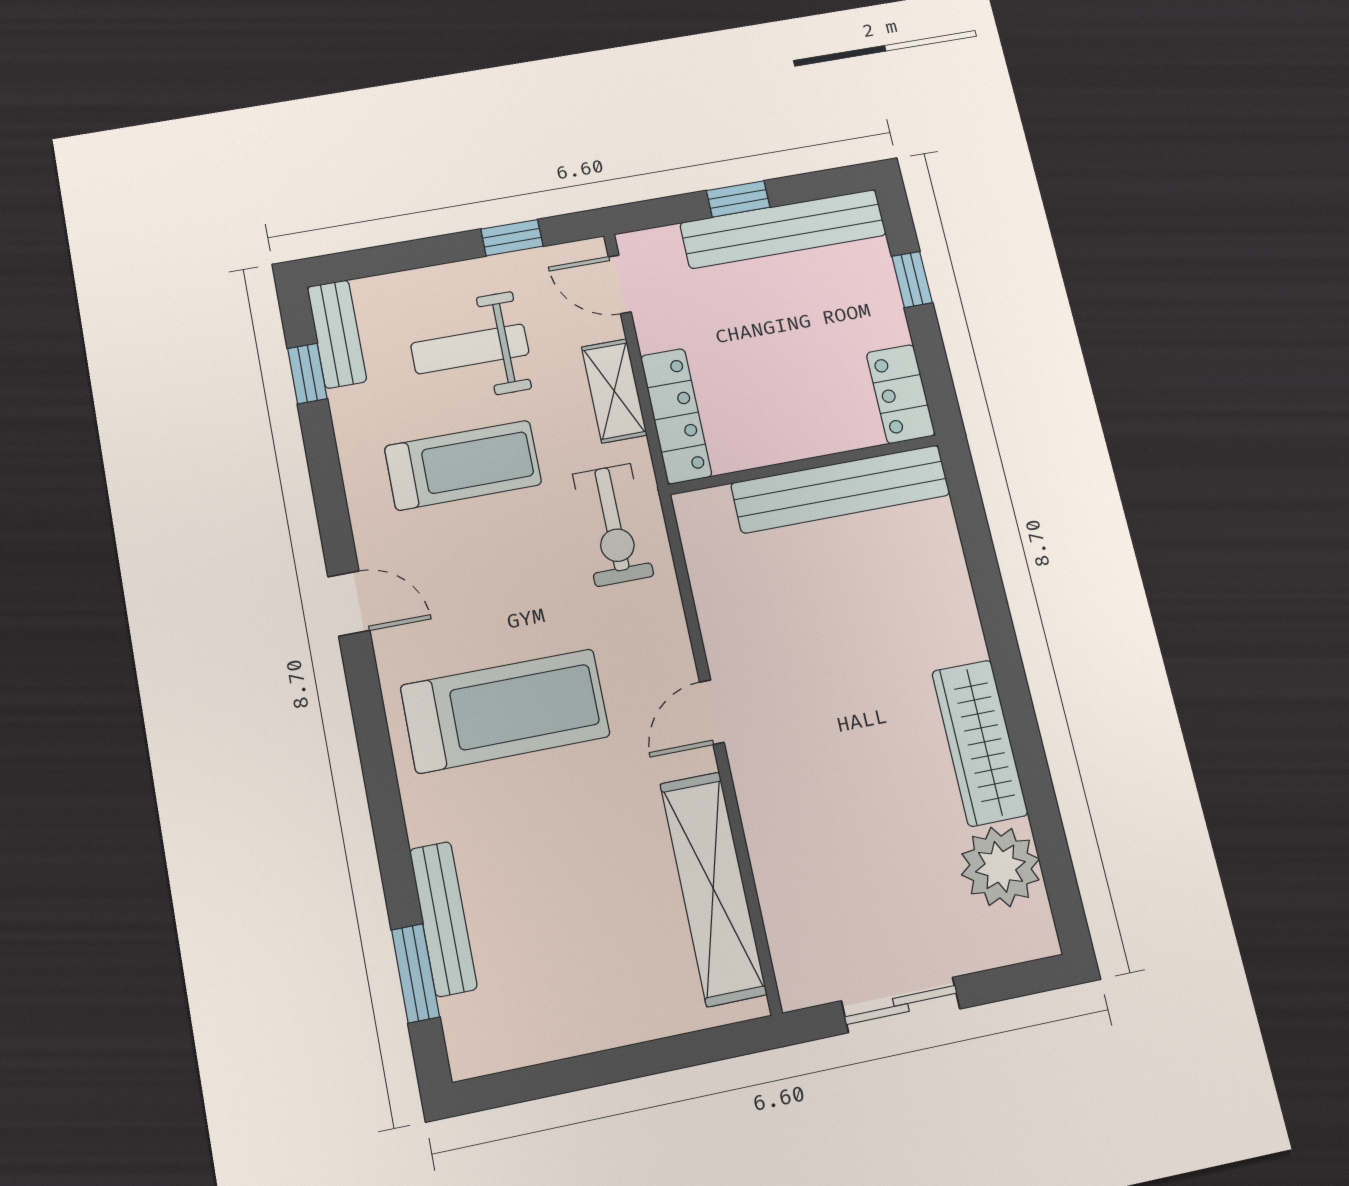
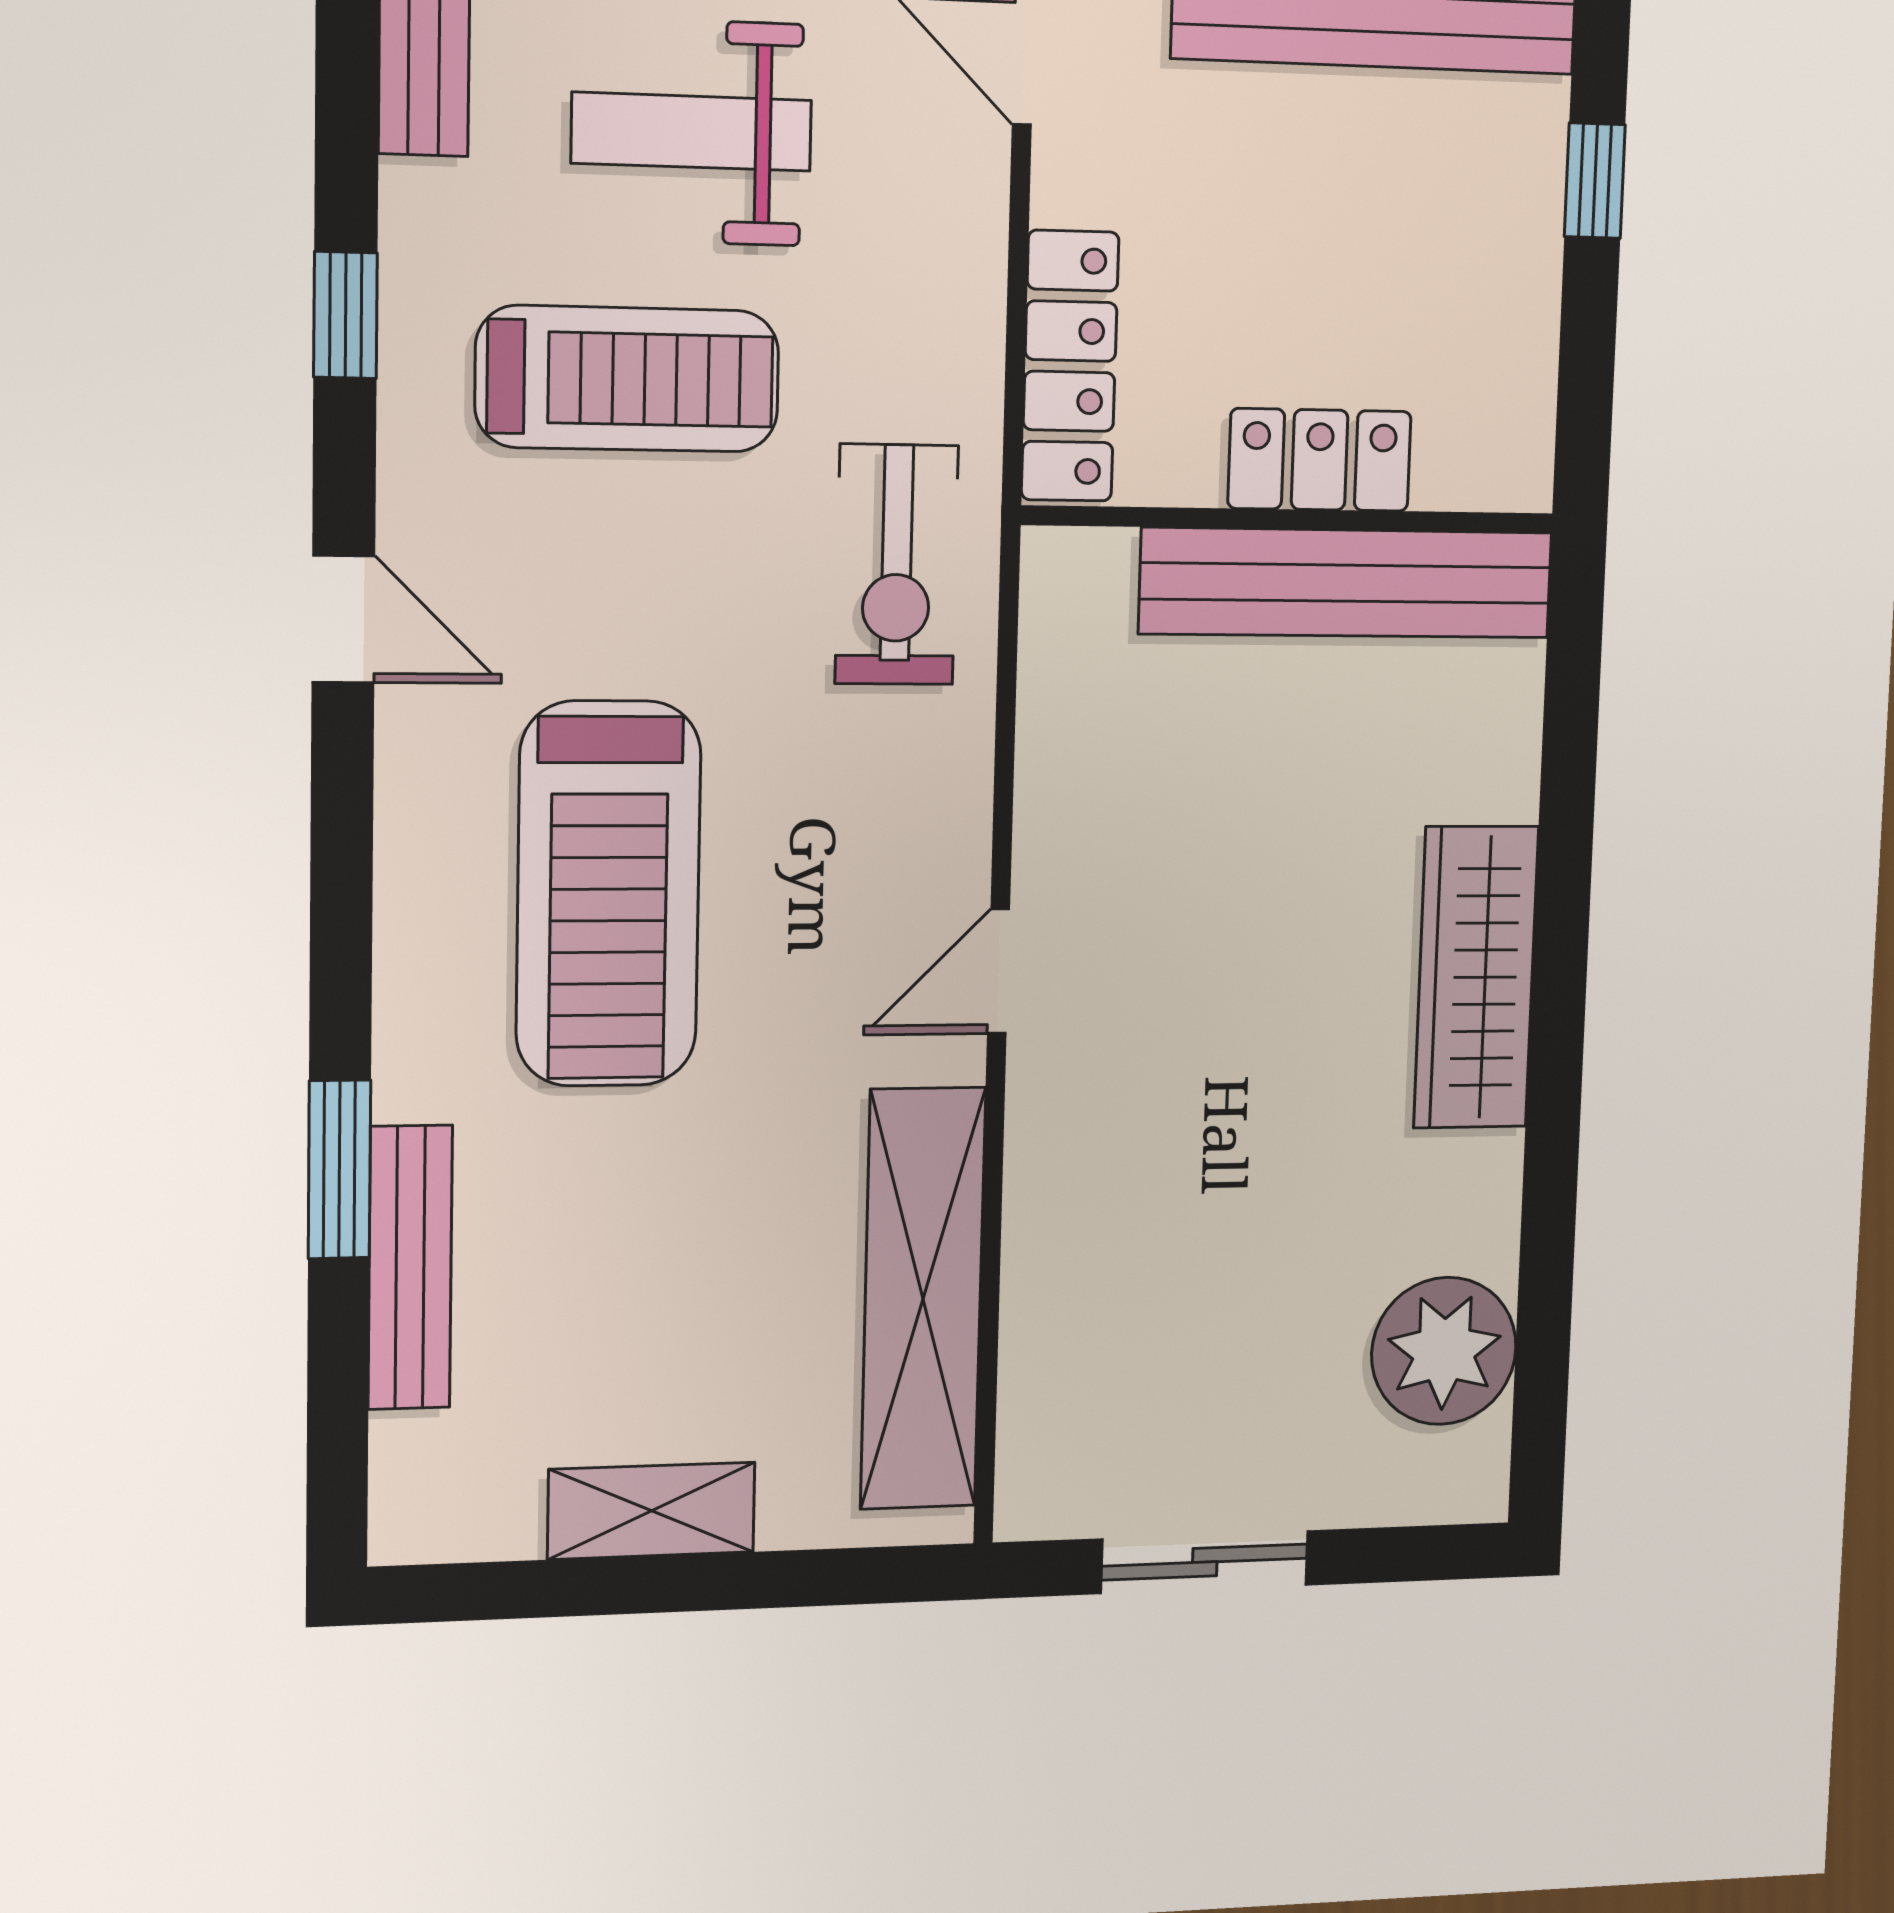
window: (307, 374) -> (345, 315), moved
shelving: (614, 391) -> (651, 1511), moved, turned 90
locker: (901, 394) -> (1320, 460), moved, turned 90
treadmill: (505, 711) -> (608, 894), turned 90
wardrobe: (980, 743) -> (1476, 977), moved
window: (415, 973) -> (339, 1169), moved

